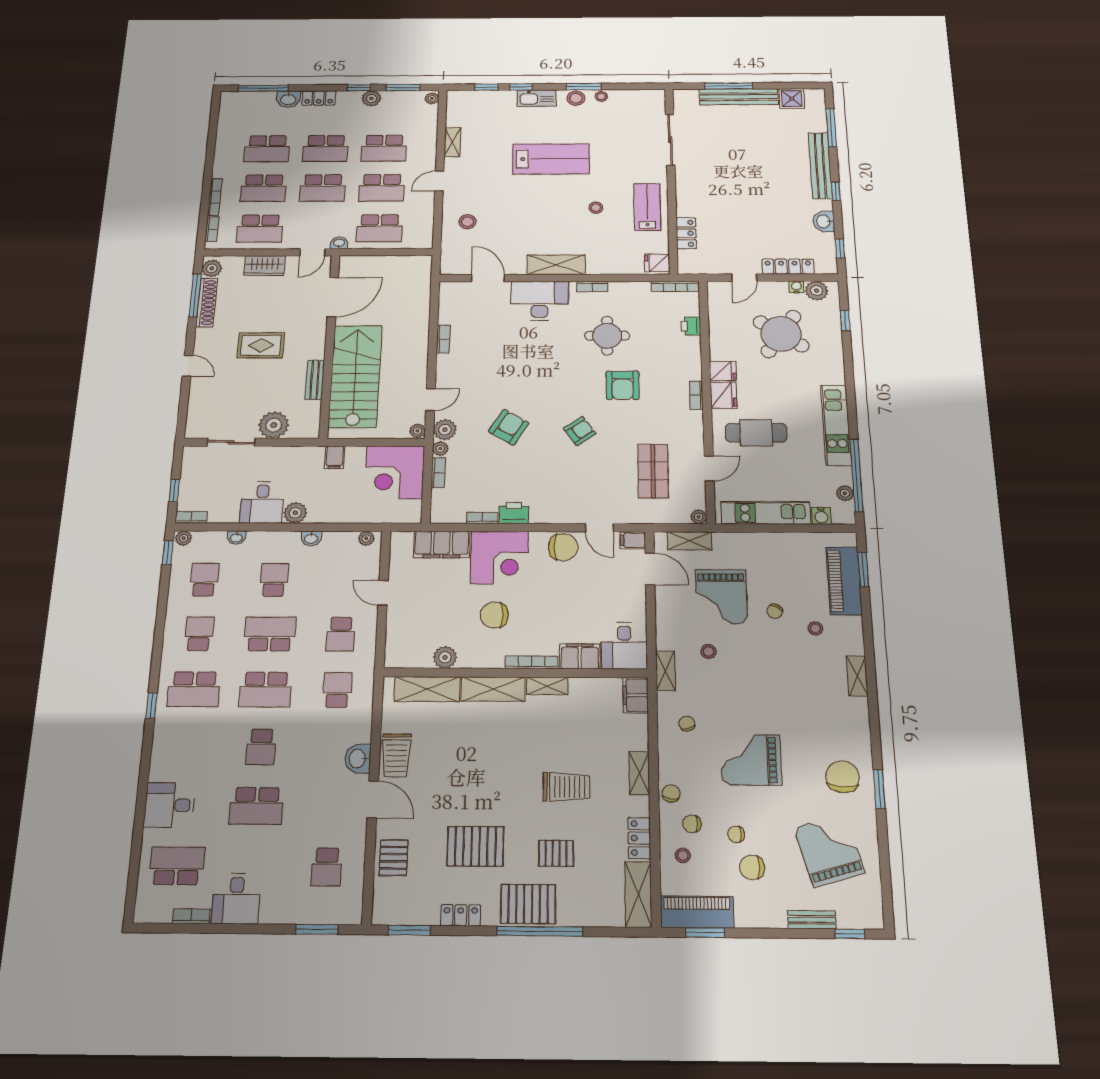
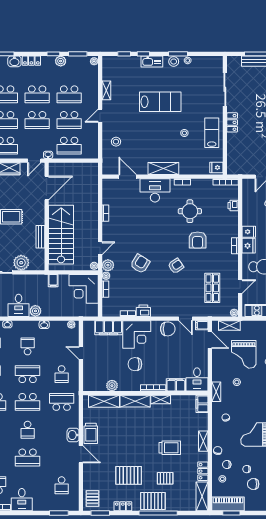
locker: (686, 233) -> (232, 122), moved
school desk: (337, 690) -> (62, 402), width x1.85
pallet: (394, 858) -> (92, 499), moved

